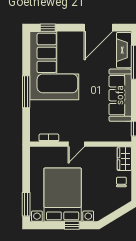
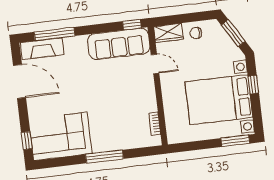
corner sofa: (54, 66) -> (60, 136), width x0.73, depth x0.74
sofa: (120, 95) -> (119, 44), moved
door: (76, 144) -> (155, 64), moved
window: (118, 214) -> (233, 33), added

